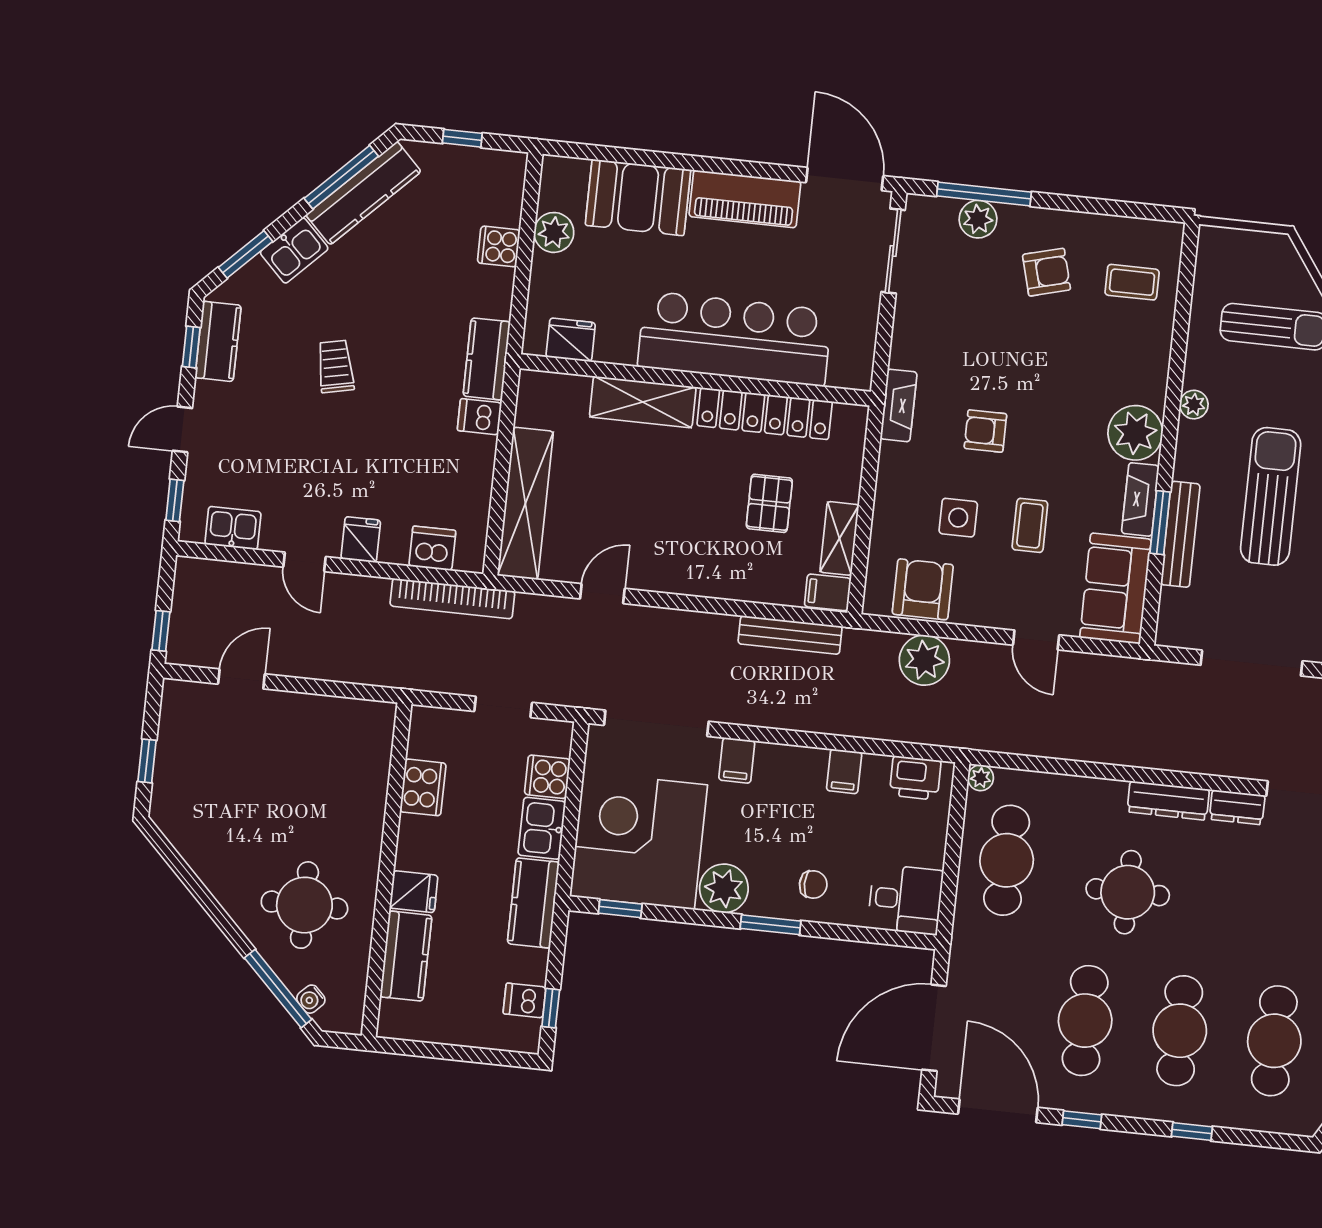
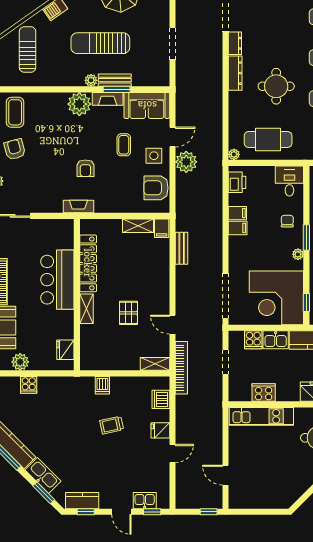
kitchen sink: (294, 250) -> (43, 475), width x1.38
coffee table: (1132, 282) -> (15, 112), width x1.36, depth x1.30
bar counter: (735, 339) -> (57, 280), width x0.73
kitchen counter: (487, 359) -> (77, 385), removed
trolley: (336, 366) -> (112, 425), moved
shelving: (643, 402) -> (86, 309), width x0.67, depth x0.75
plant: (1194, 405) -> (91, 80), moved
shelving: (525, 503) -> (155, 364), width x0.45, depth x0.75
pallet: (769, 503) -> (128, 313), moved, turned 90
side table: (958, 518) -> (154, 156), moved
coffee table: (1030, 525) -> (124, 145), turned 90
kitchen sink: (233, 528) -> (145, 501), moved, turned 90
bench: (1180, 534) -> (115, 80), width x0.73
bookcase: (452, 599) -> (181, 368), moved
bench: (790, 635) -> (182, 248), width x0.73
plant: (924, 660) -> (186, 162), moved
doorway: (1251, 663) -> (172, 44), width x0.73
filing cabinet: (737, 760) -> (238, 228), moved
window: (147, 761) -> (265, 512), removed
kitchen unit: (369, 776) -> (261, 416), added
plant: (724, 888) -> (298, 254), width x0.53, depth x0.53

